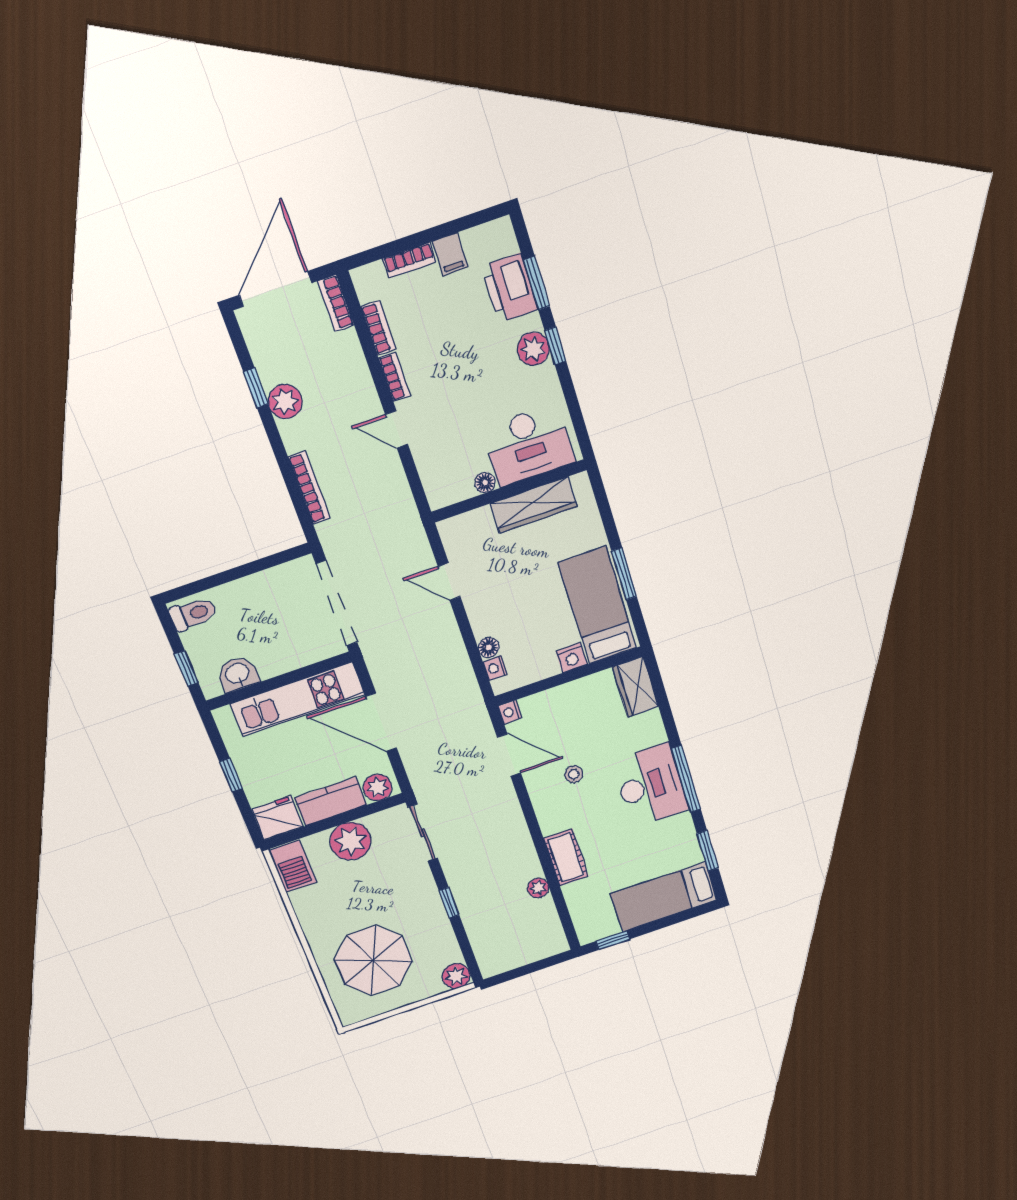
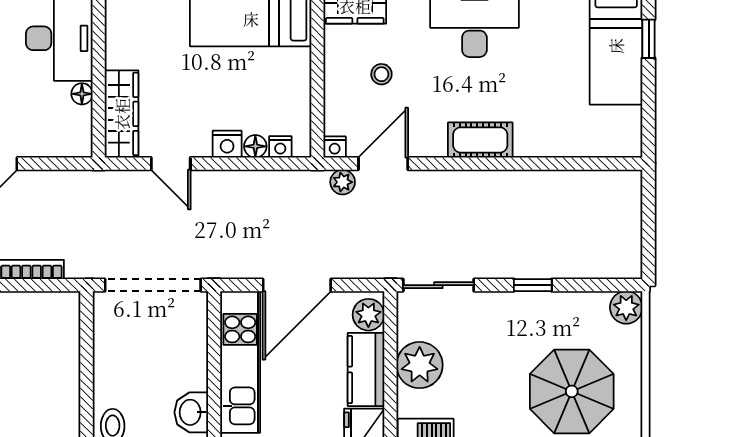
wardrobe: (534, 505) -> (122, 114), moved
door: (449, 582) -> (171, 164), hinge flipped
nightstand: (572, 658) -> (227, 144), moved, turned 90
stool: (574, 774) -> (381, 74), moved
cot: (566, 857) -> (480, 140), moved
plant: (538, 888) -> (343, 182), moved
window: (613, 940) -> (649, 39), moved

